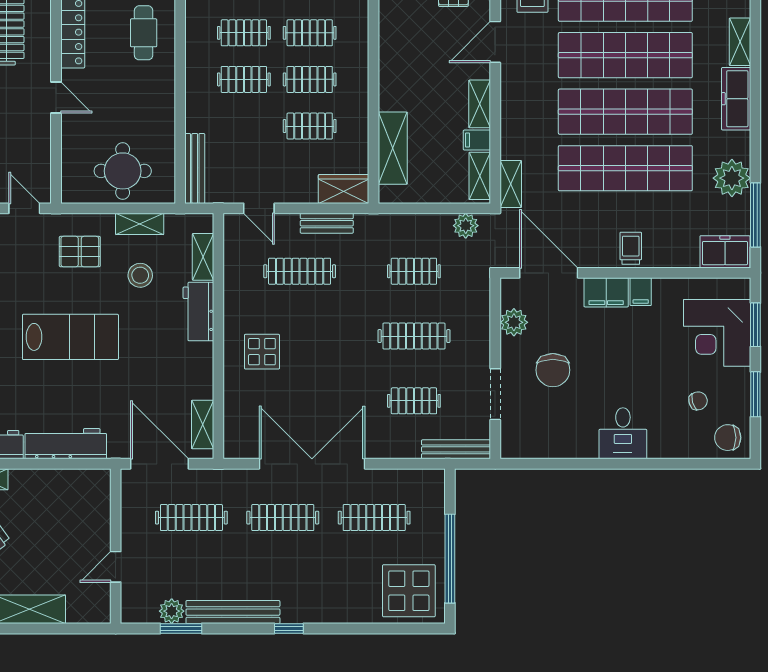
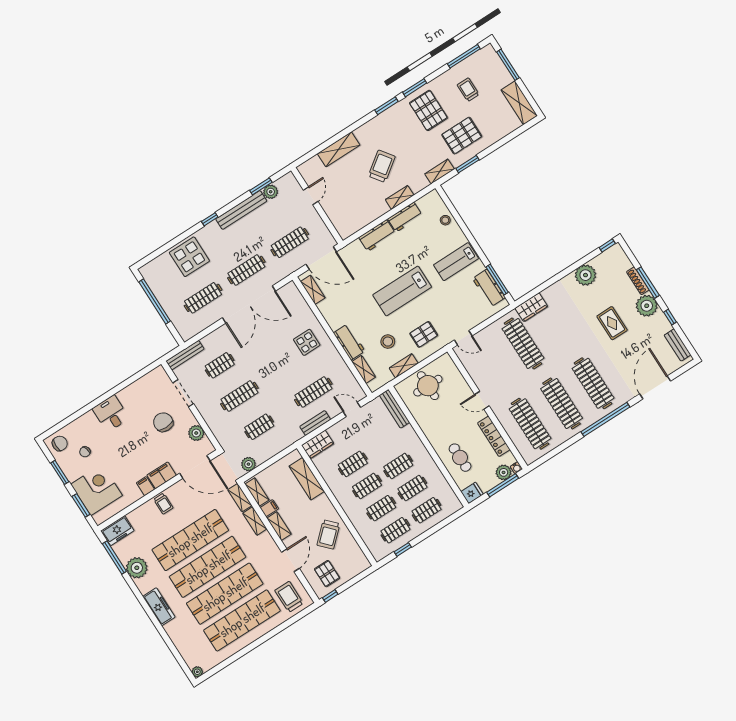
shelving: (740, 42) -> (255, 521), moved
trolley: (414, 44) -> (328, 534), added
workbench: (66, 444) -> (377, 236), width x0.73
display table: (409, 591) -> (189, 257), moved

